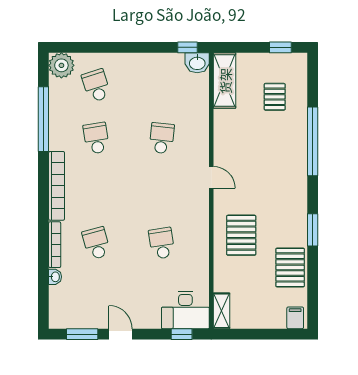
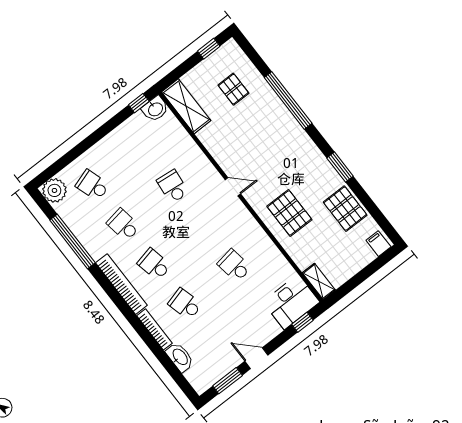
school desk: (96, 191) -> (154, 264), added
washbasin: (55, 277) -> (180, 357), width x1.91, depth x1.45

